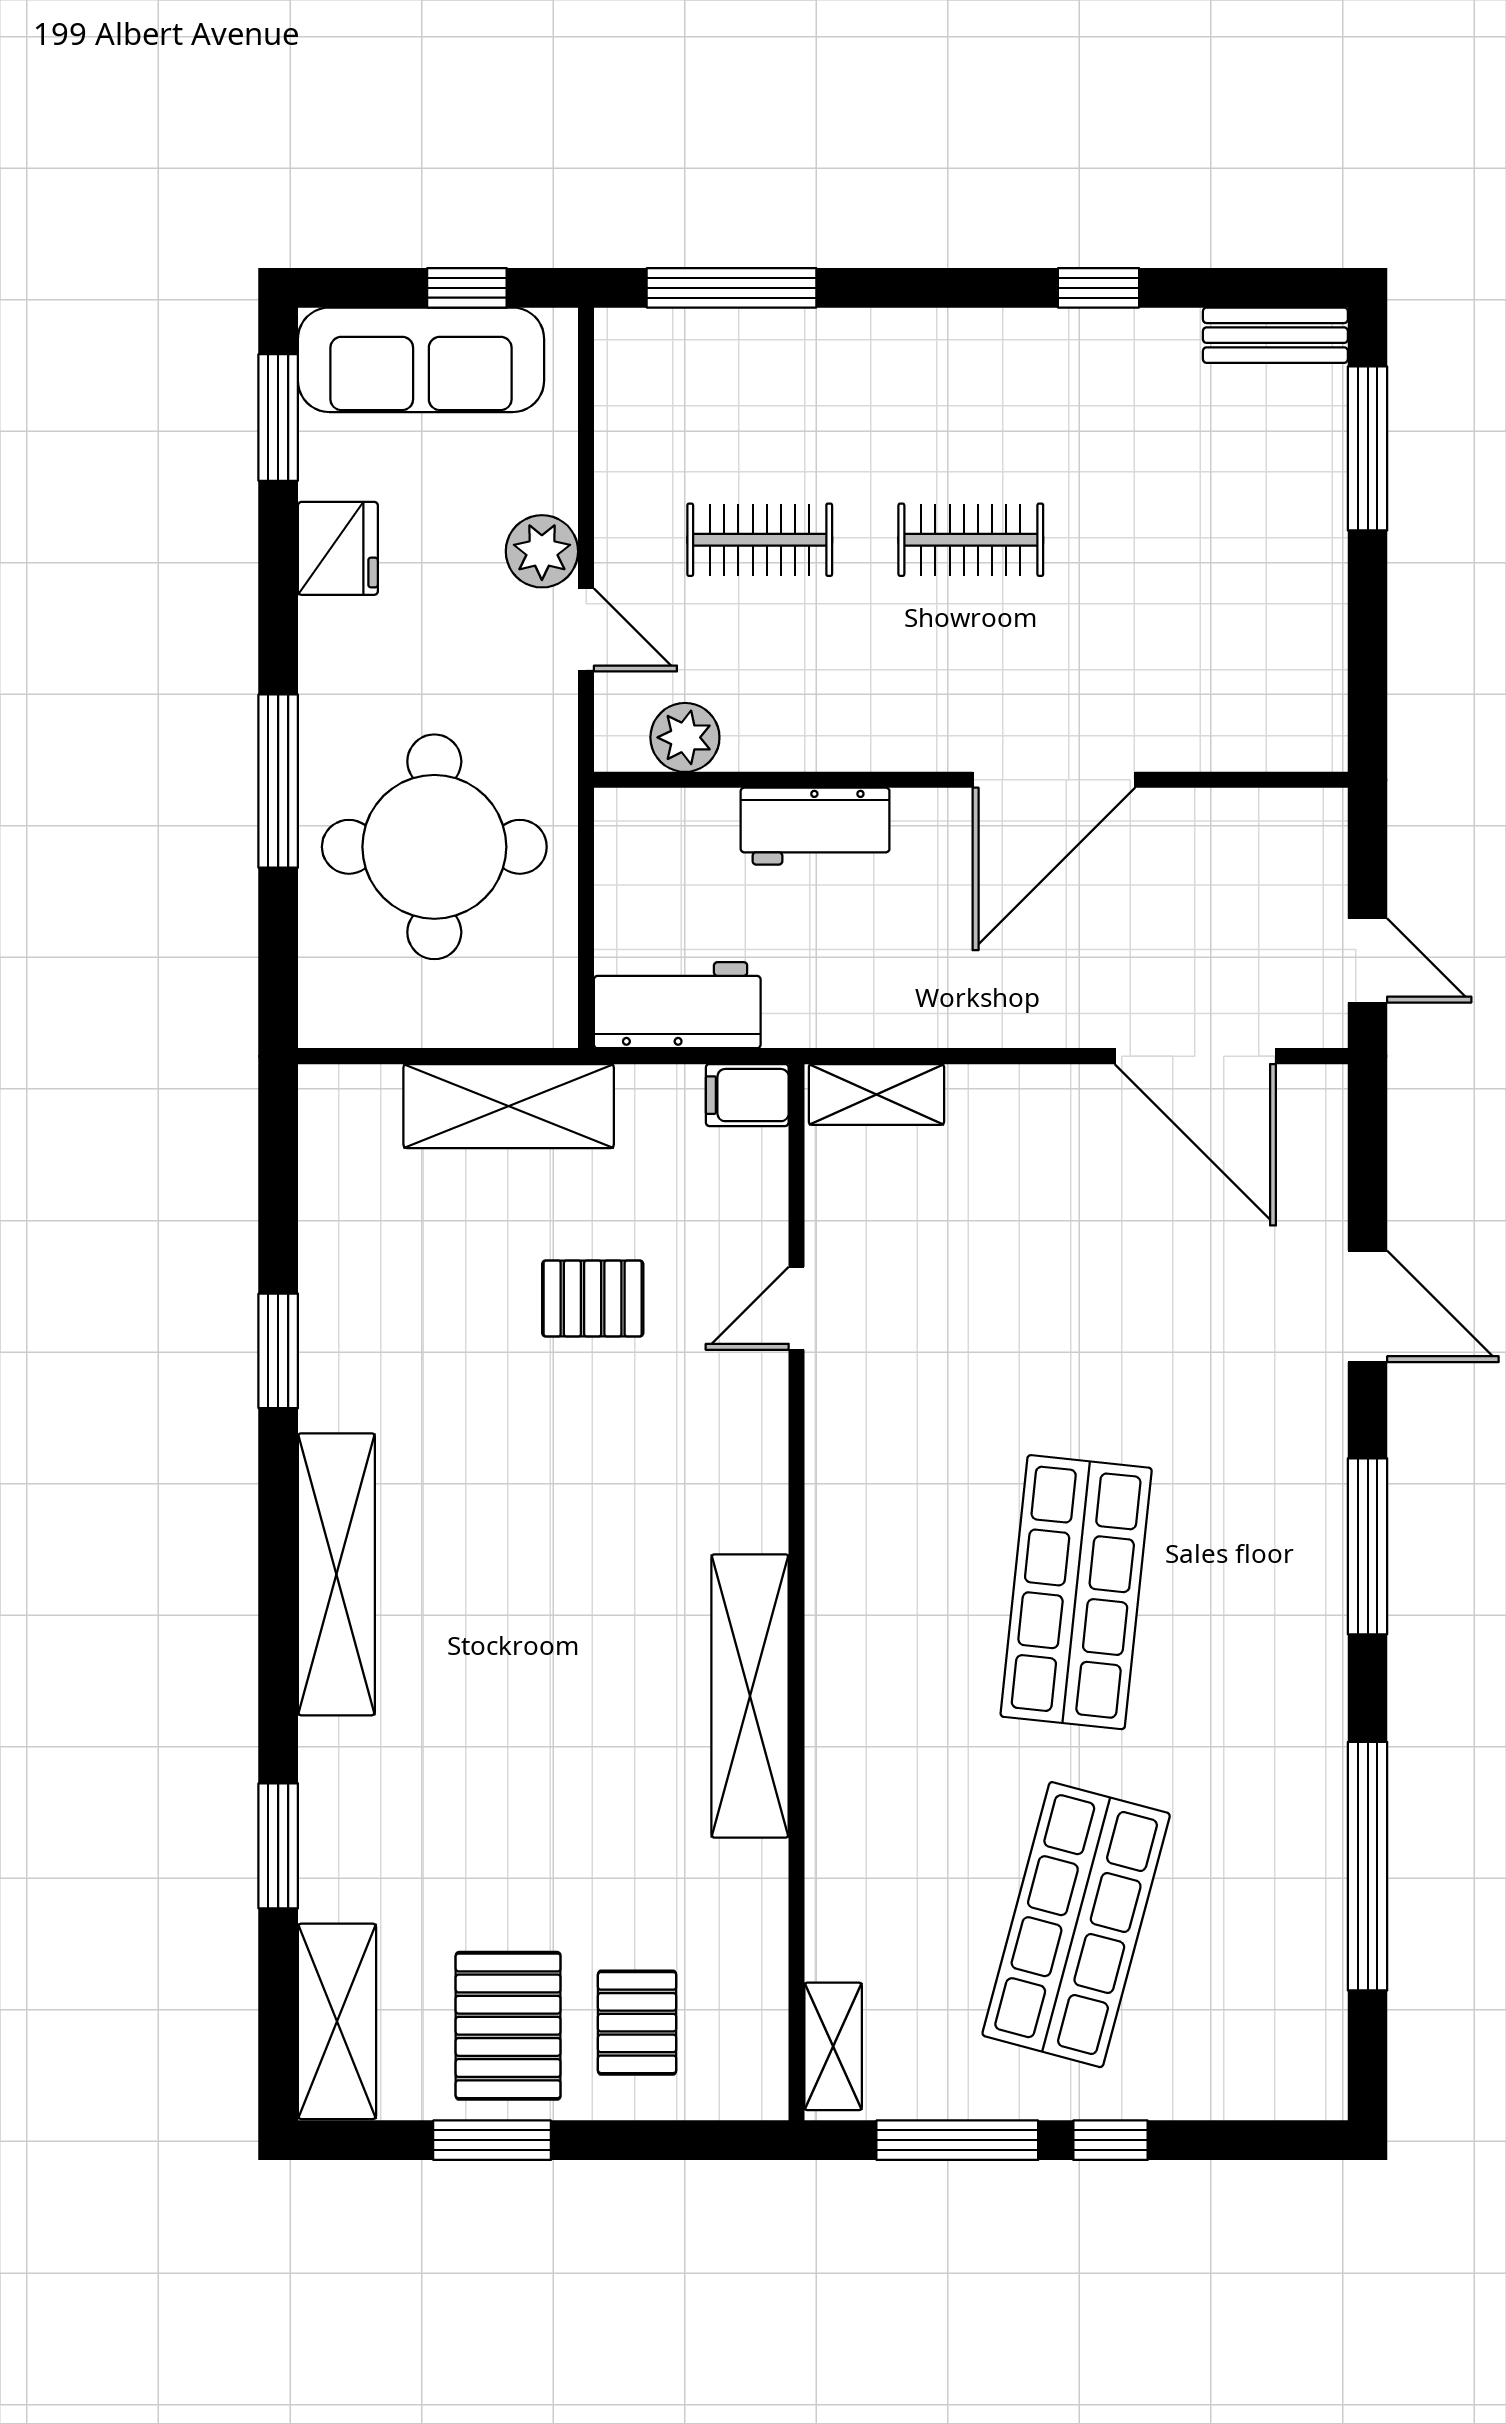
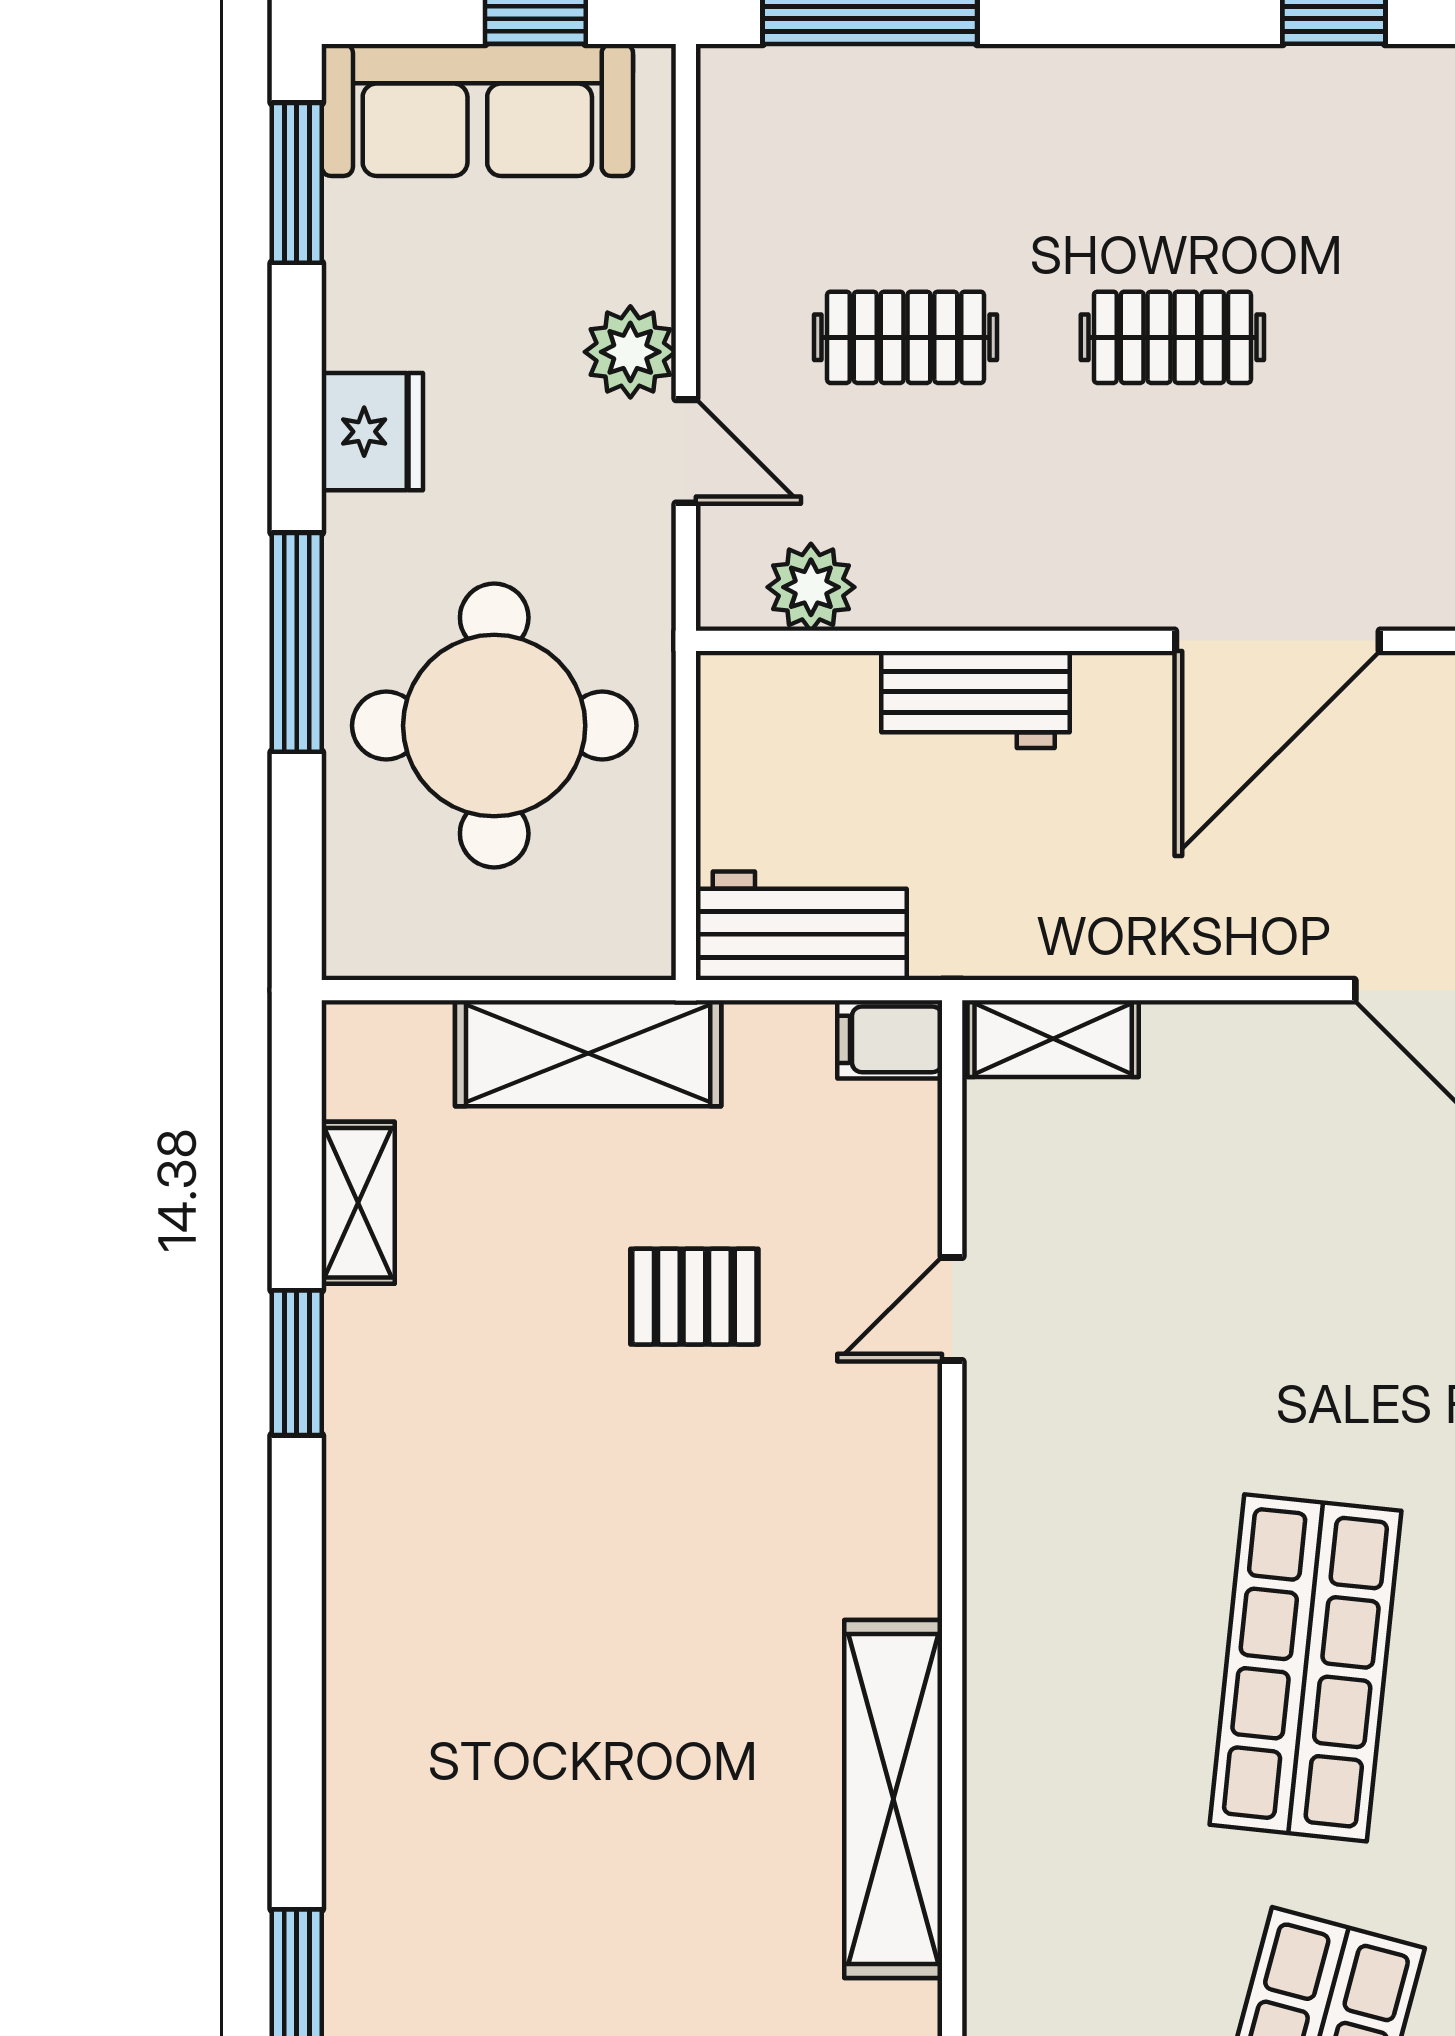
fridge: (338, 548) -> (372, 432), moved
shelving: (336, 1574) -> (358, 1203), moved, width x0.45, depth x0.75

